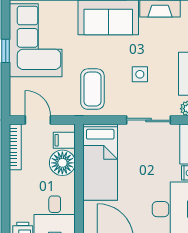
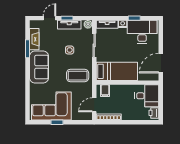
floor lamp: (62, 163) -> (117, 92), removed

